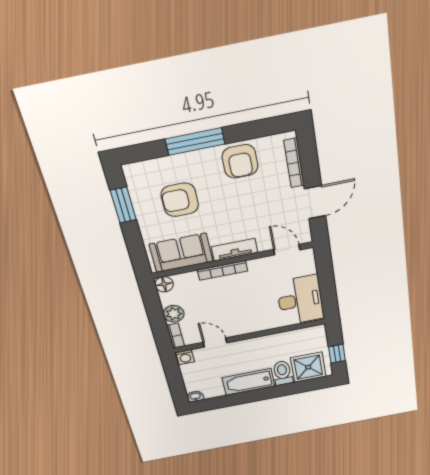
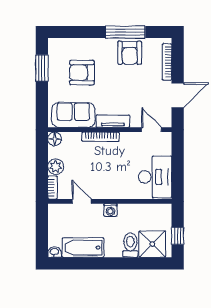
window: (195, 142) -> (125, 32), moved
washing machine: (185, 357) -> (110, 210), moved
bathtub: (248, 382) -> (83, 248), moved

